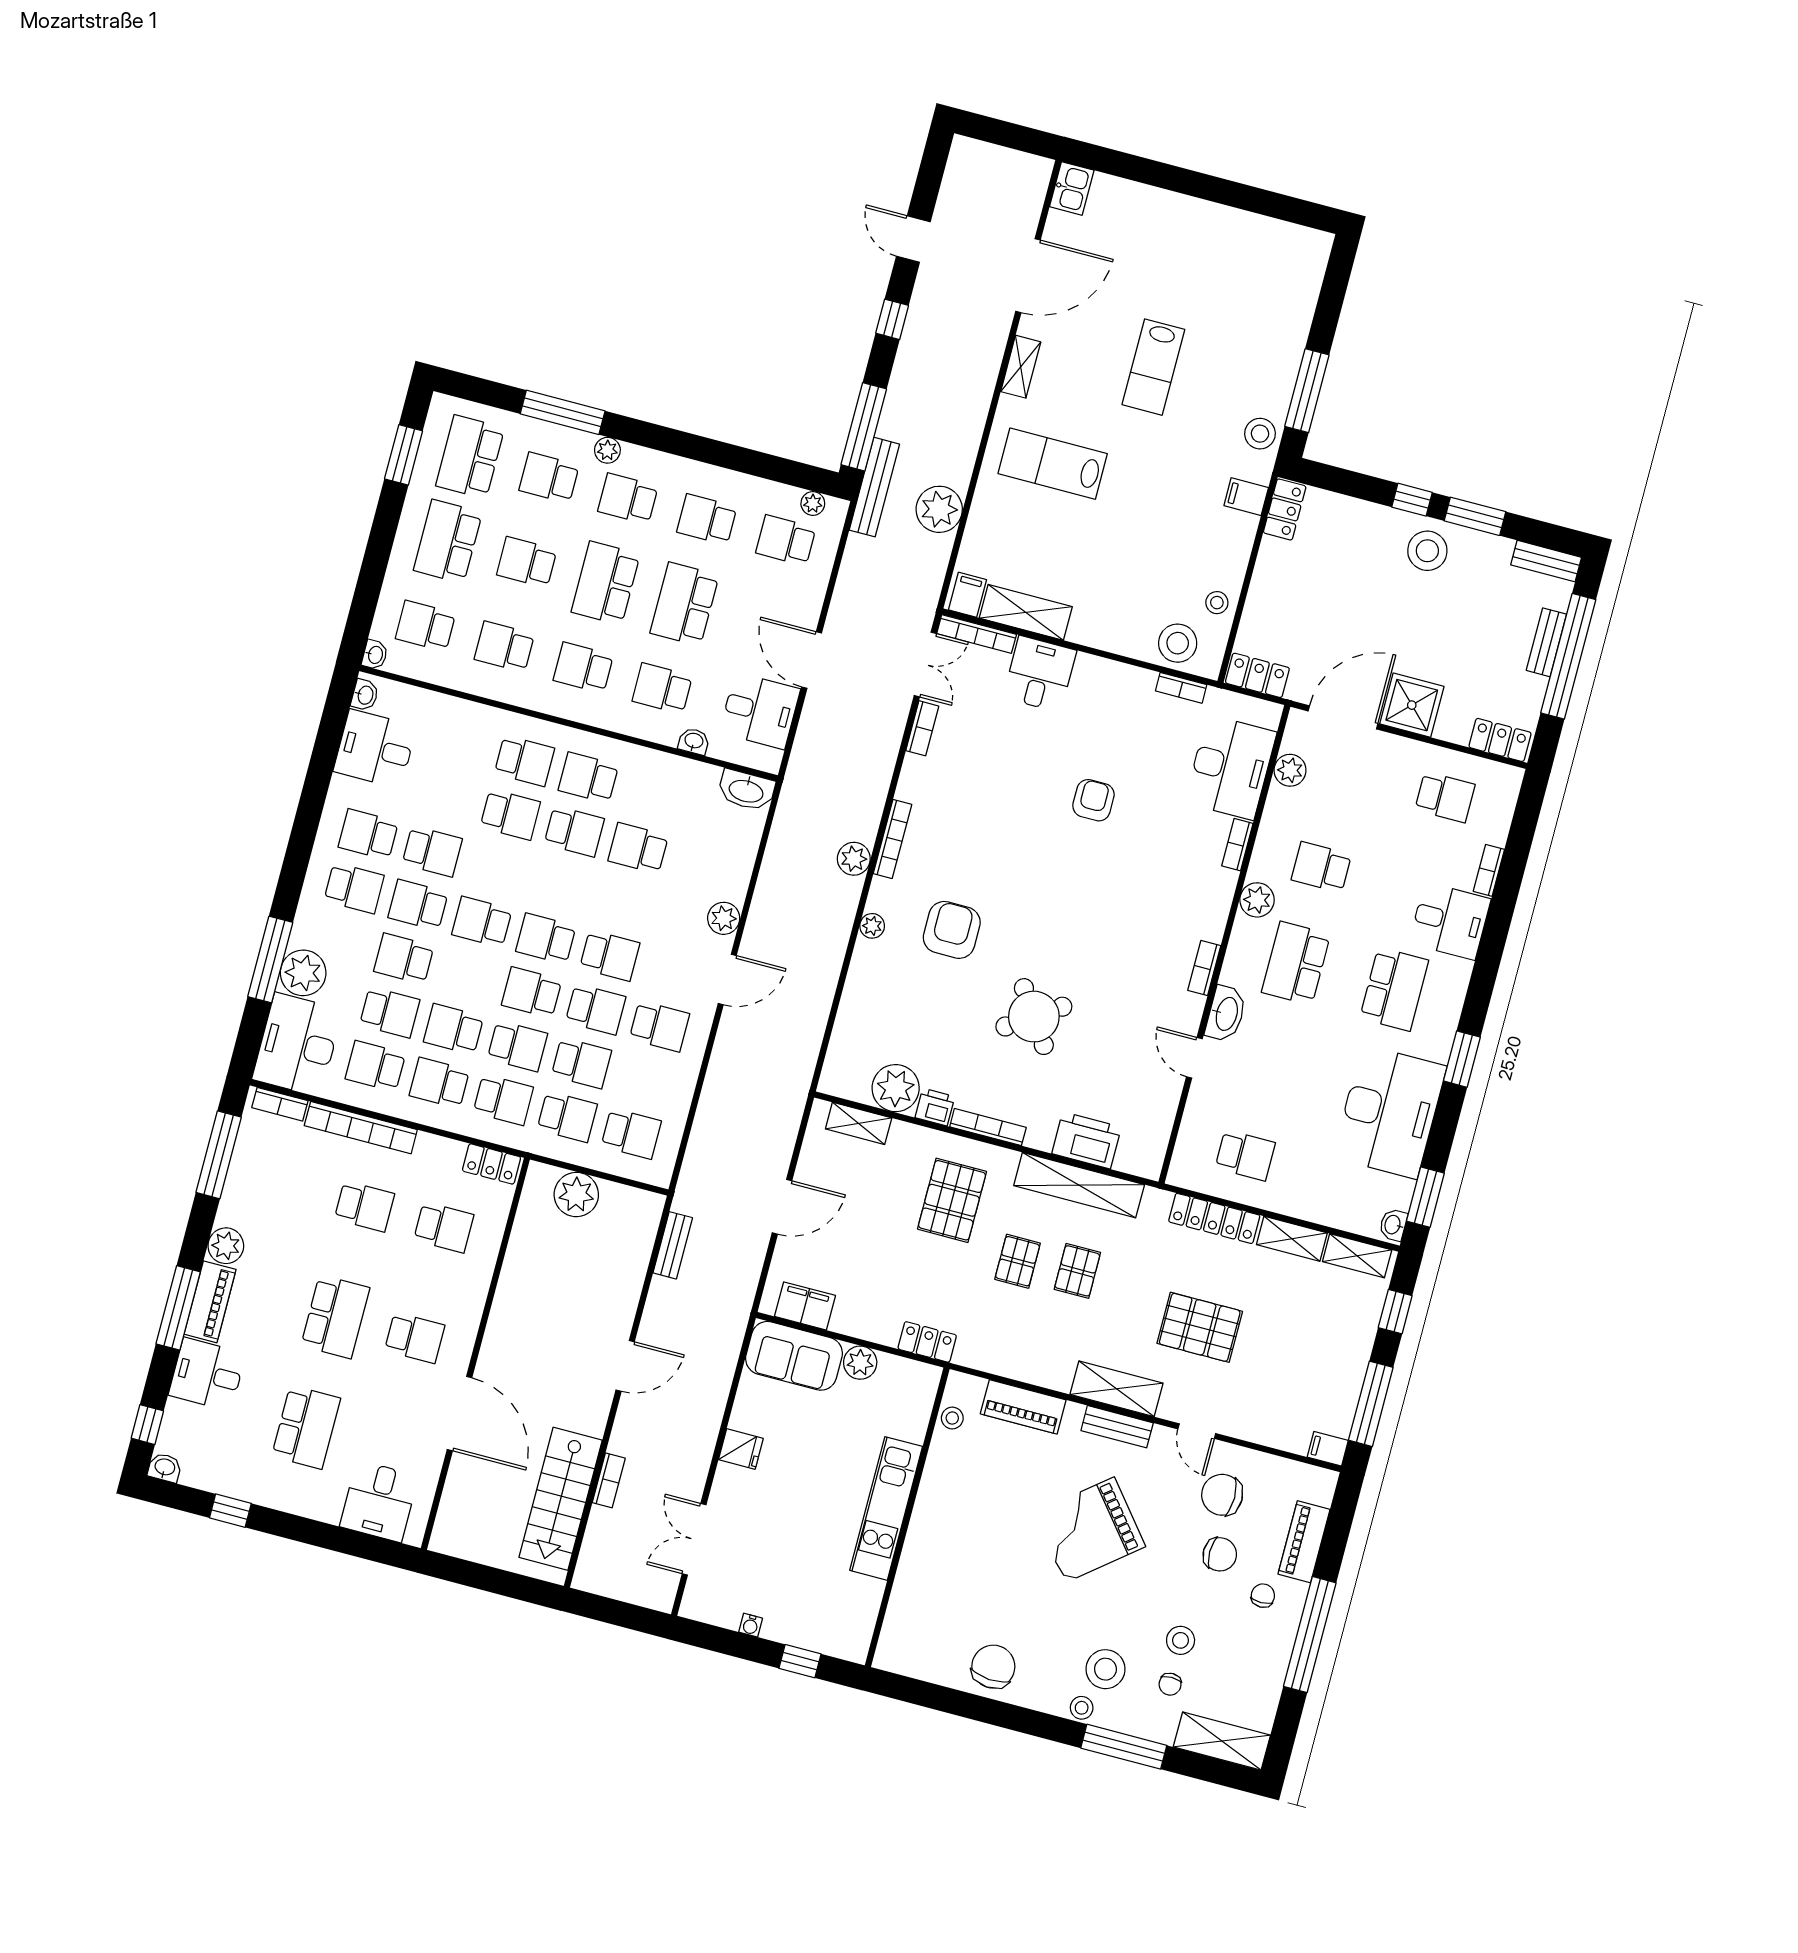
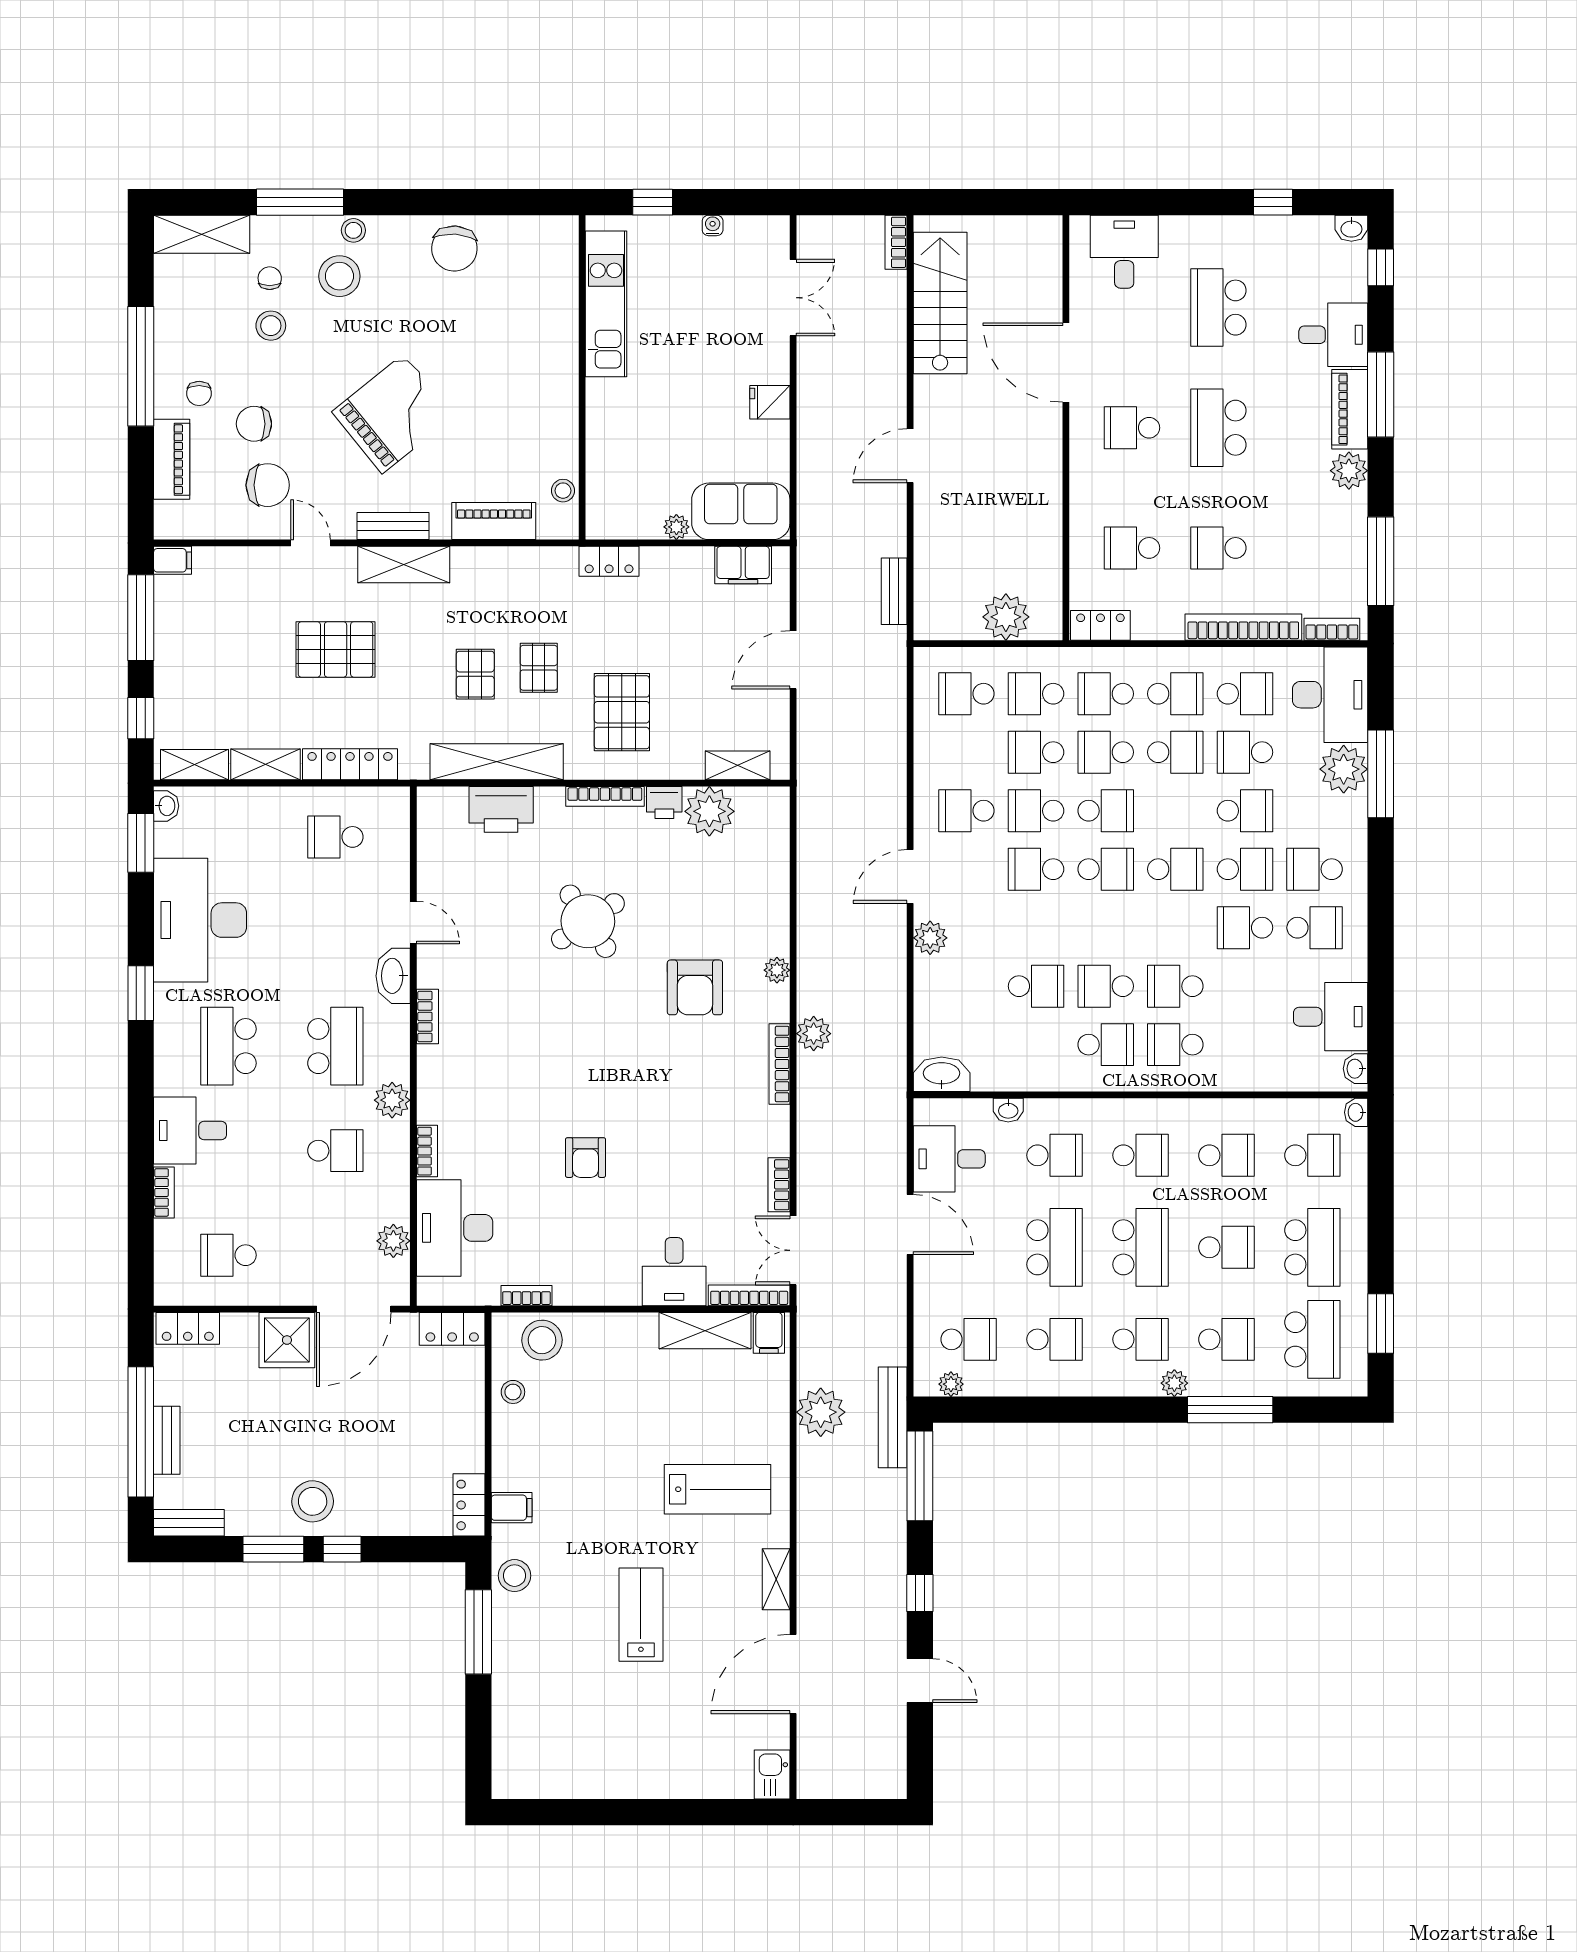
plant: (860, 1363) -> (676, 527), width x0.73, depth x0.73
bookcase: (609, 1480) -> (896, 242), moved
kitchen unit: (886, 1508) -> (606, 304), moved

